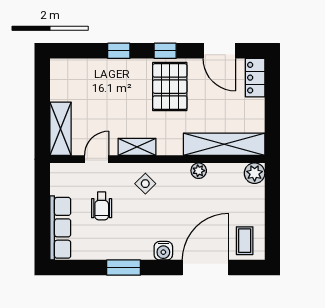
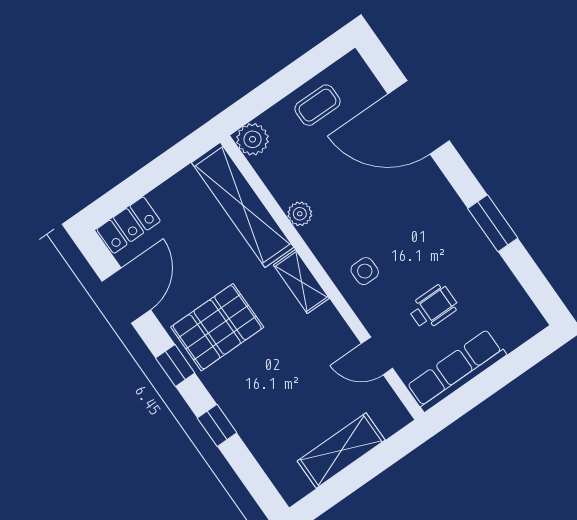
shelving: (61, 129) -> (341, 451), moved
shelving: (137, 147) -> (301, 282), moved
side table: (145, 184) -> (365, 271), turned 45
row of seats: (60, 228) -> (456, 370), moved
coffee table: (245, 241) -> (318, 105), moved
water cooler: (163, 251) -> (435, 187), removed

